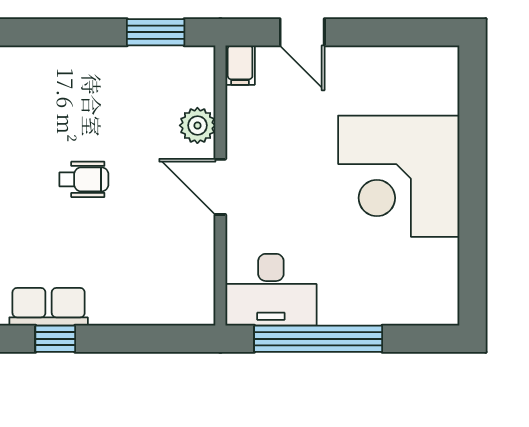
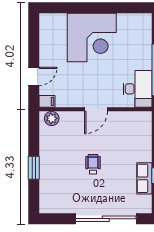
window: (156, 32) -> (34, 168), moved
plant: (197, 125) -> (52, 118), moved

